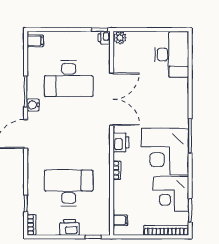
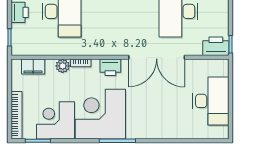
printer: (104, 38) -> (216, 46), width x1.87, depth x1.48
plant: (120, 38) -> (63, 66), moved
desk: (172, 54) -> (211, 101), moved, turned -90
filing cabinet: (120, 220) -> (33, 67), width x2.00

